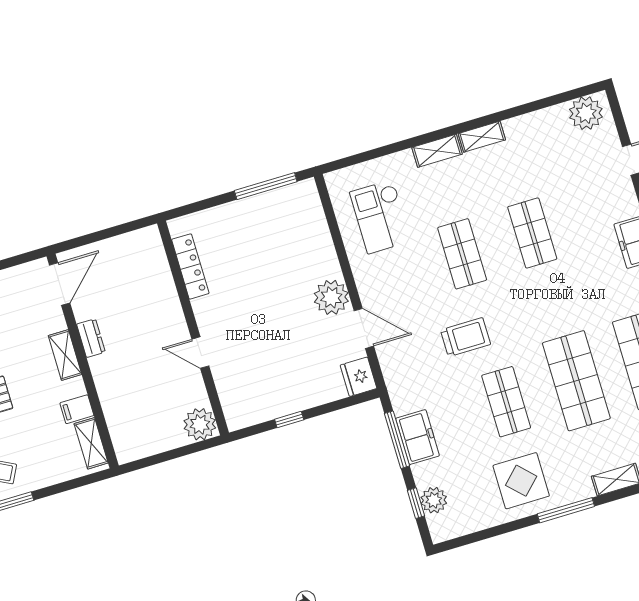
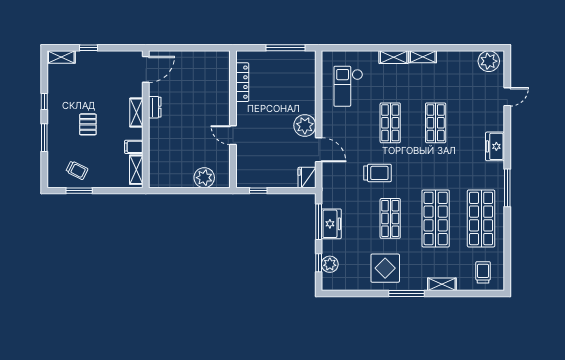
locker: (190, 266) -> (242, 82), moved
wall: (193, 328) -> (233, 119), moved
door: (200, 353) -> (233, 135), moved

